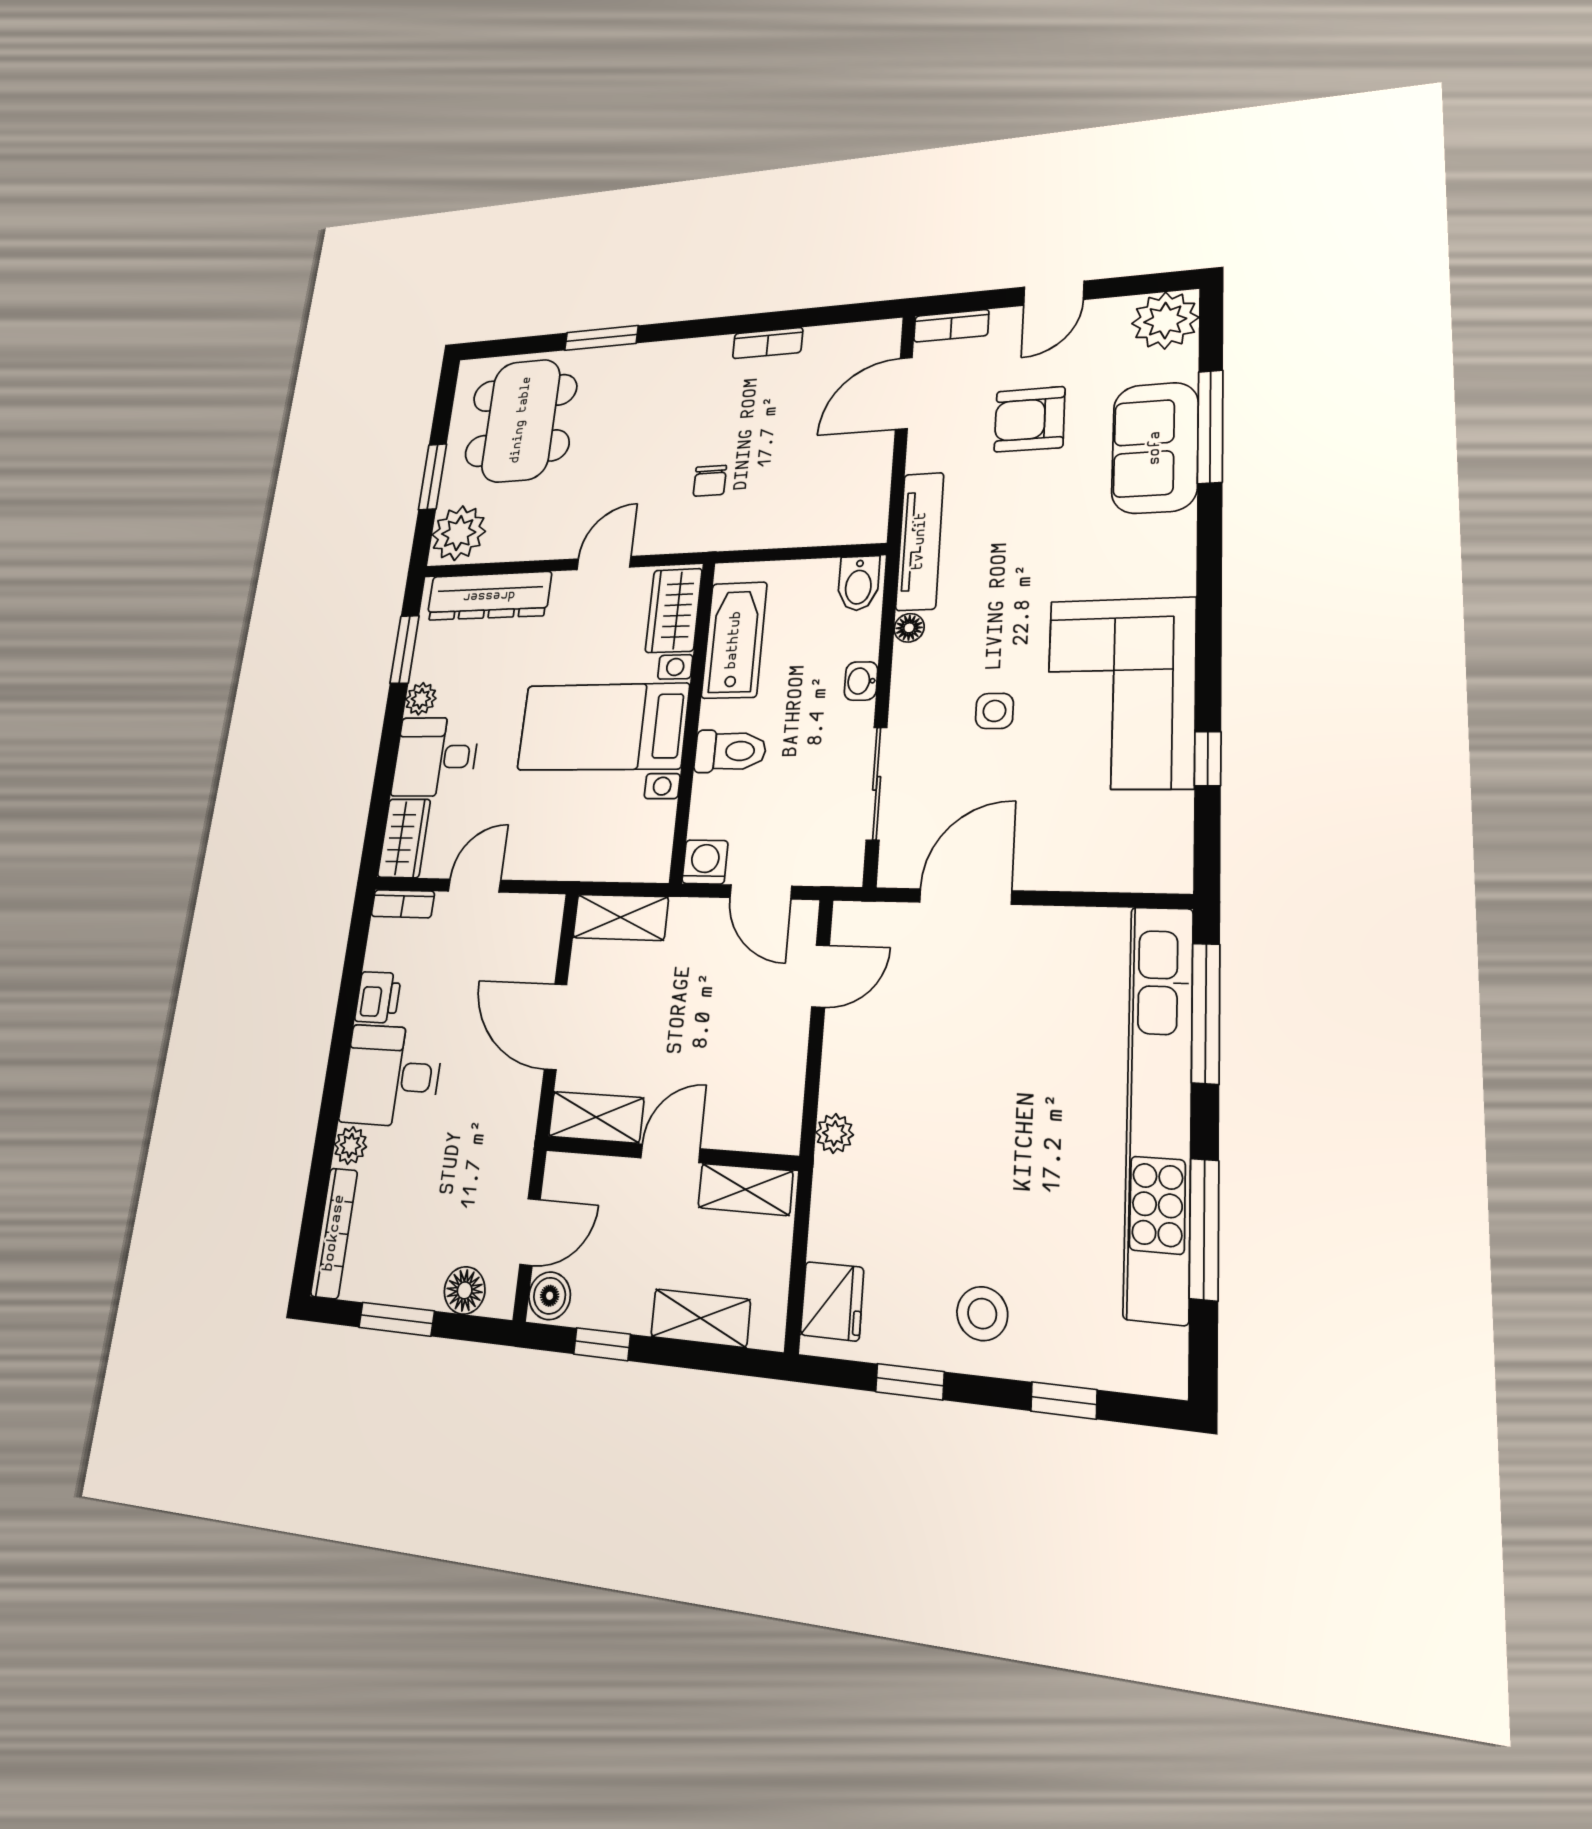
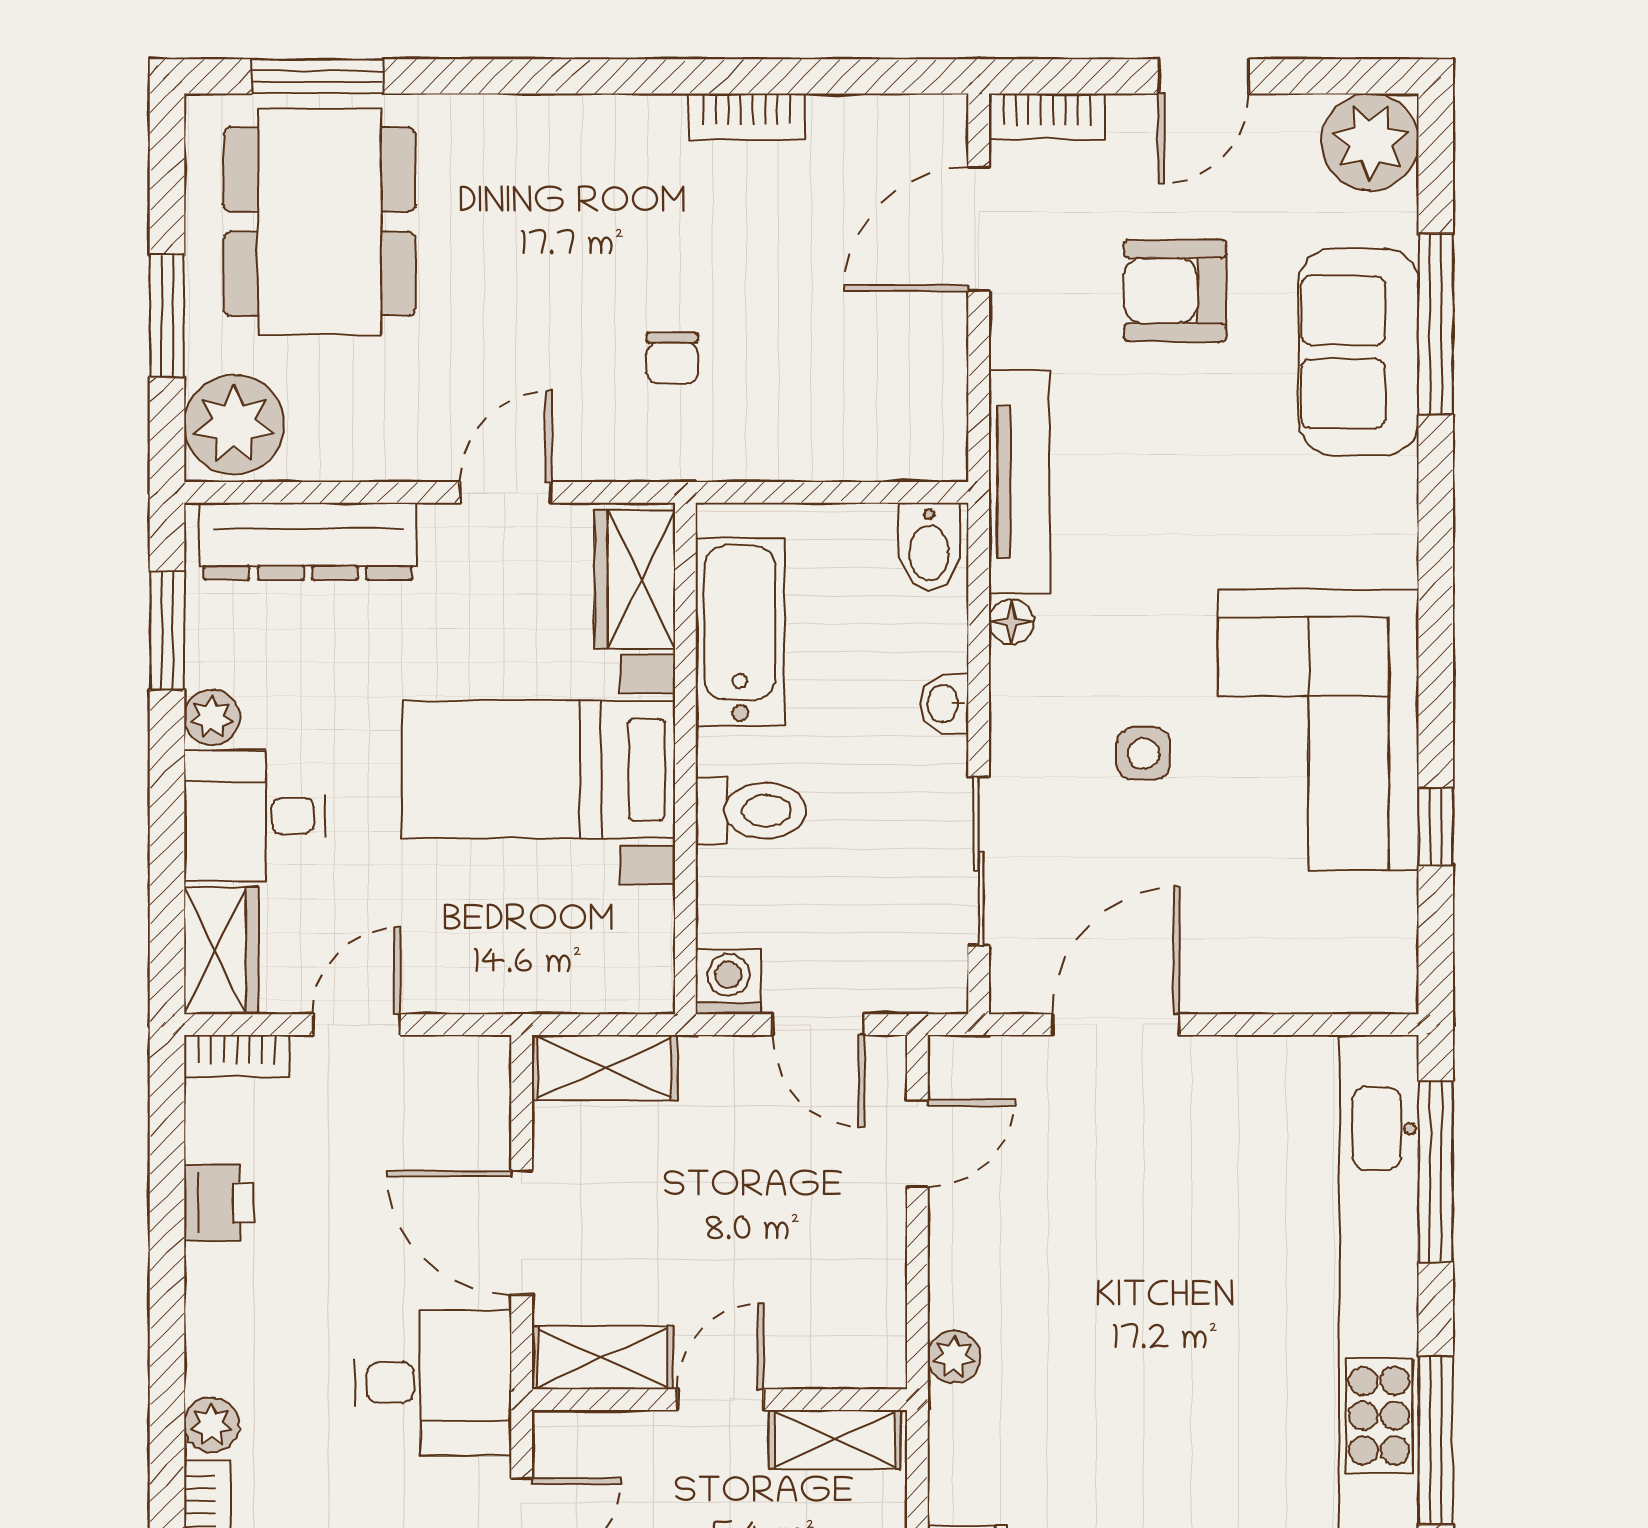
window: (601, 338) -> (318, 76), moved
desk: (391, 1076) -> (433, 1383), moved, turned 180

